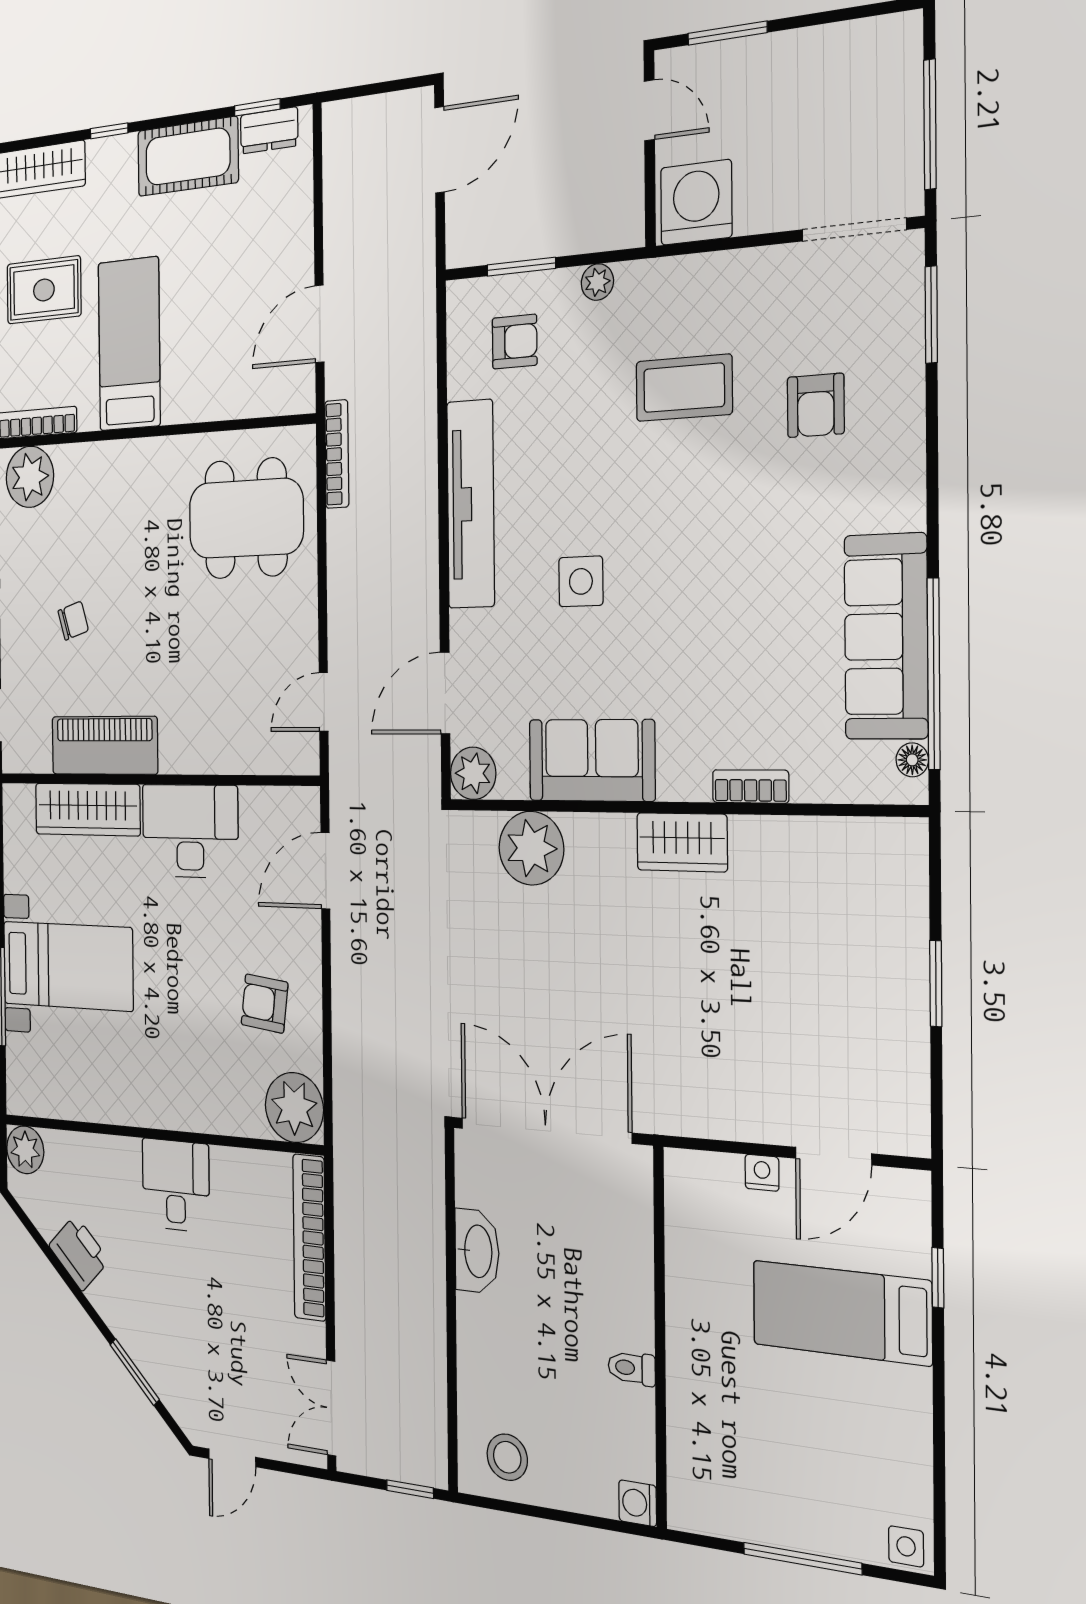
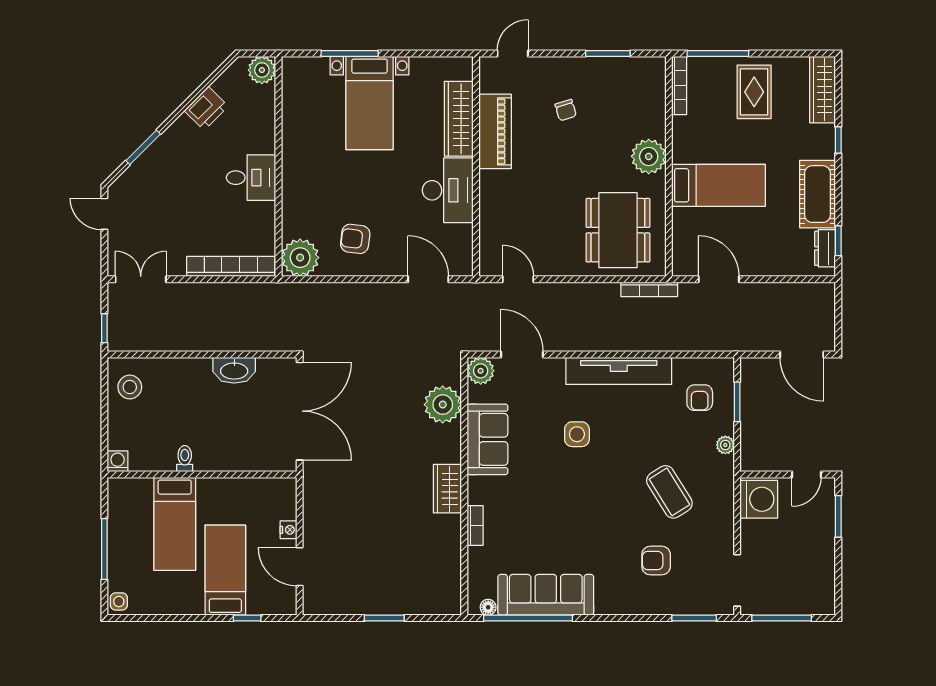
bed: (129, 344) -> (719, 185), moved
coffee table: (684, 388) -> (669, 492), turned -32
plant: (30, 477) -> (649, 156), moved
armchair: (265, 1003) -> (355, 239), turned -90
bed: (752, 1406) -> (175, 524), added

